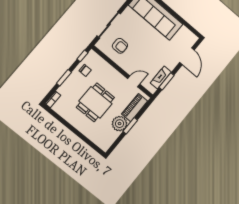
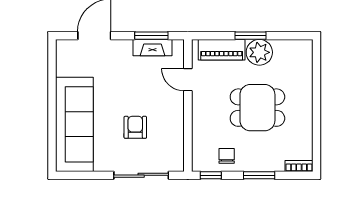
armchair: (120, 46) -> (135, 127), moved

